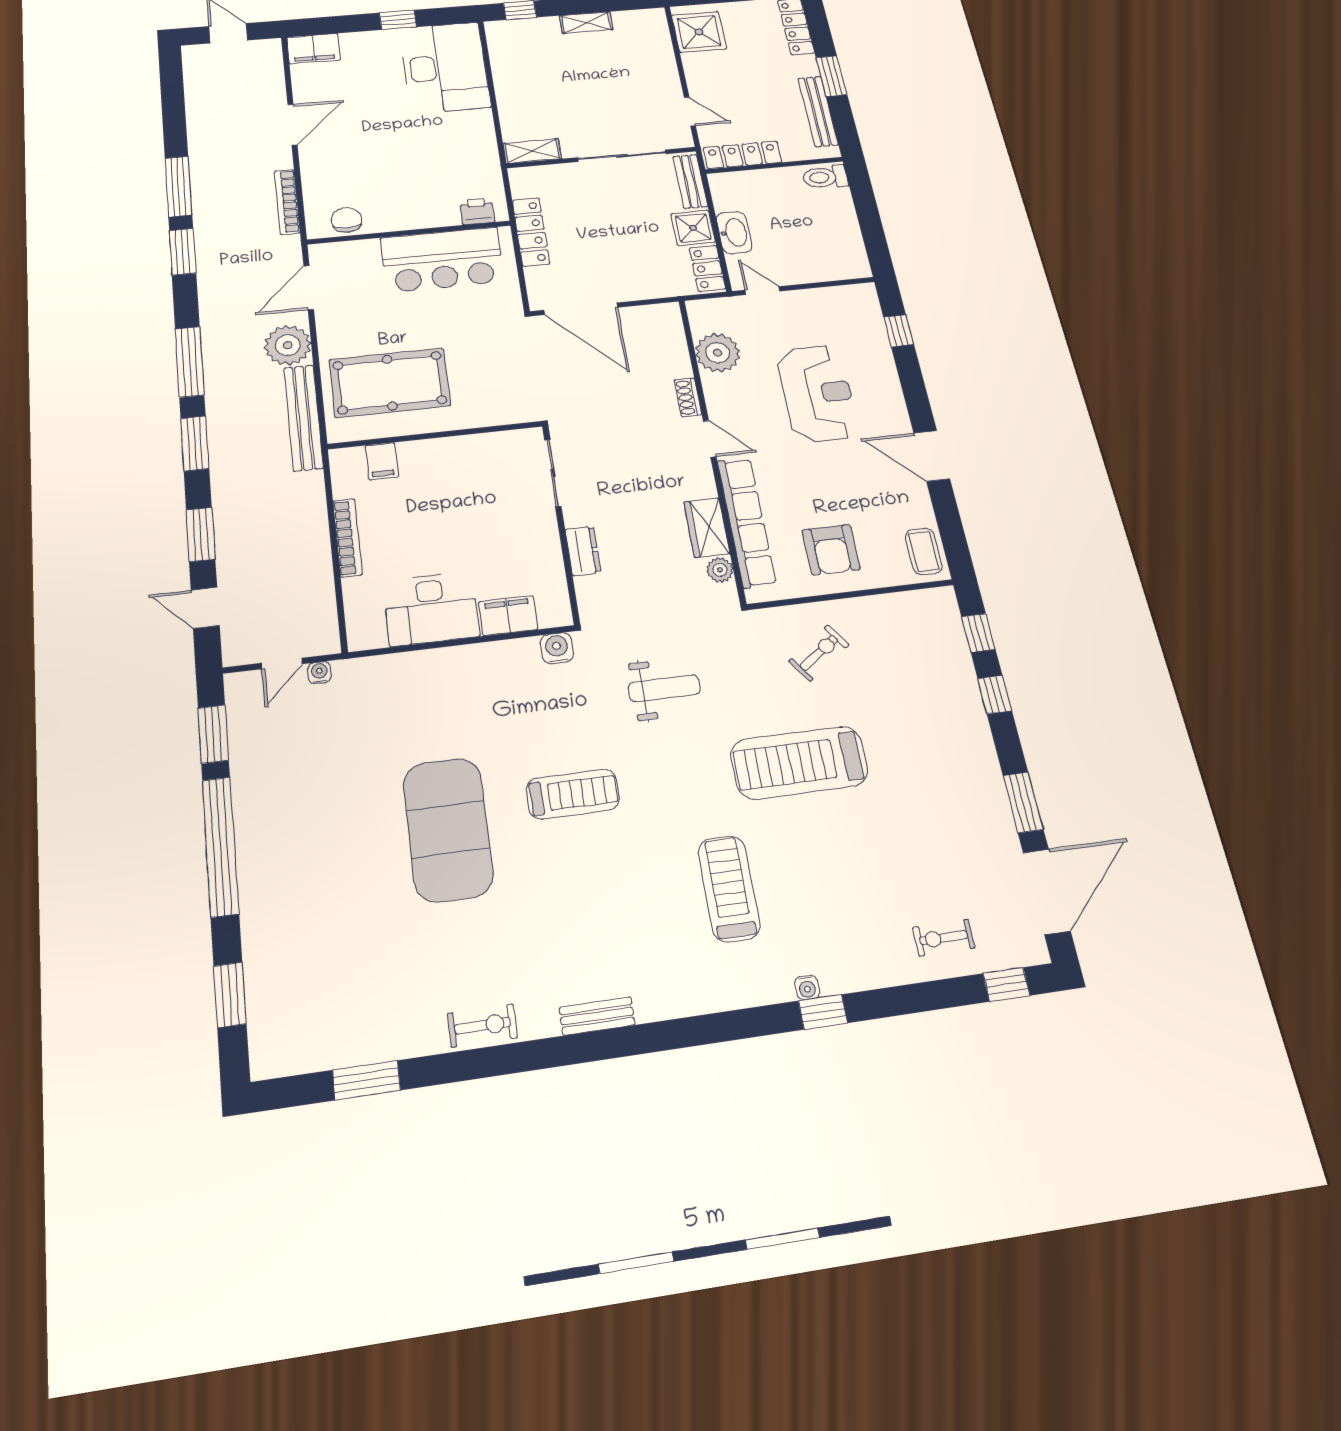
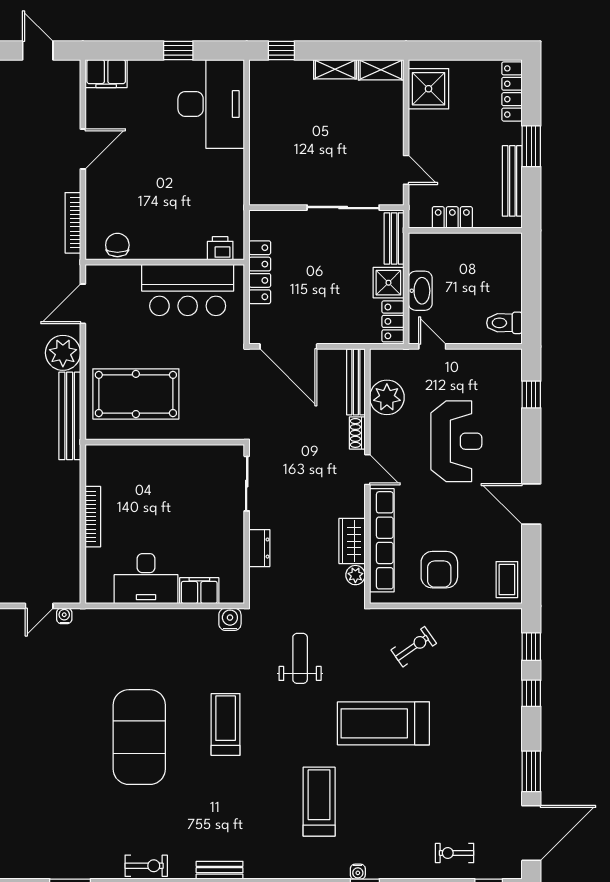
shelving: (532, 151) -> (381, 70), moved
locker: (742, 155) -> (452, 217), width x0.66
toilet: (825, 177) -> (504, 323), moved
bench: (674, 340) -> (356, 382), added
filing cabinet: (382, 461) -> (123, 459), removed
weight bench: (664, 688) -> (300, 658), turned -90
treadmill: (573, 794) -> (226, 724), turned -90

